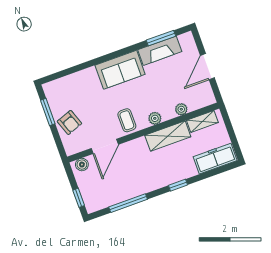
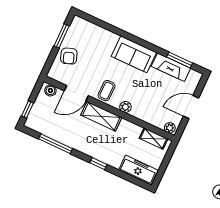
plant: (181, 109) -> (170, 128), moved
shelving: (168, 136) -> (101, 116), moved

